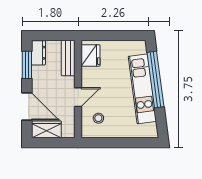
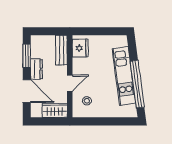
dresser: (38, 53) -> (36, 69), moved
window: (156, 79) -> (137, 84), moved
wardrobe: (46, 129) -> (55, 110), moved

